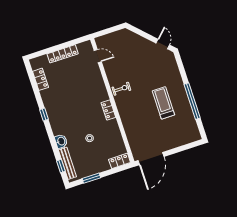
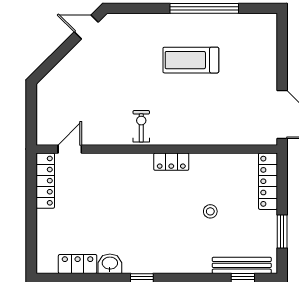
locker: (63, 54) -> (45, 181), moved
washbasin: (61, 141) -> (110, 264), moved
locker: (120, 161) -> (268, 181), width x1.53

